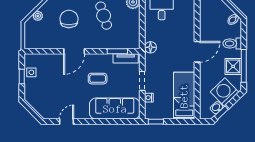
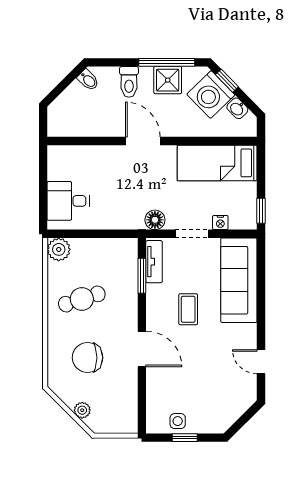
floor lamp: (150, 47) -> (155, 220), moved
window: (221, 113) -> (227, 81), moved

